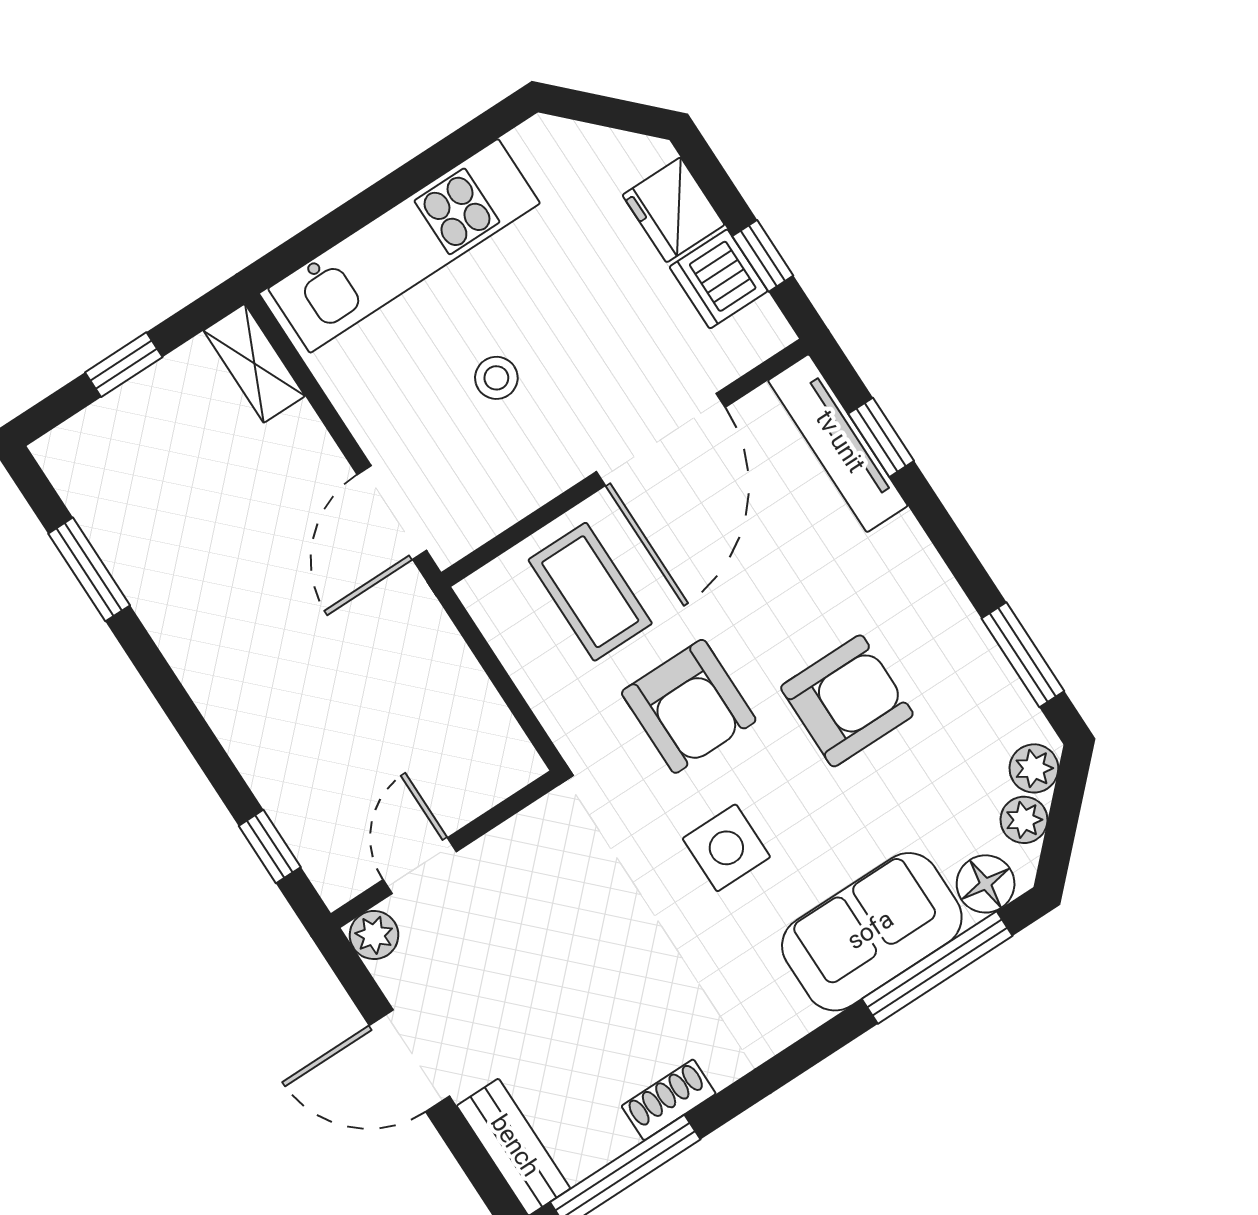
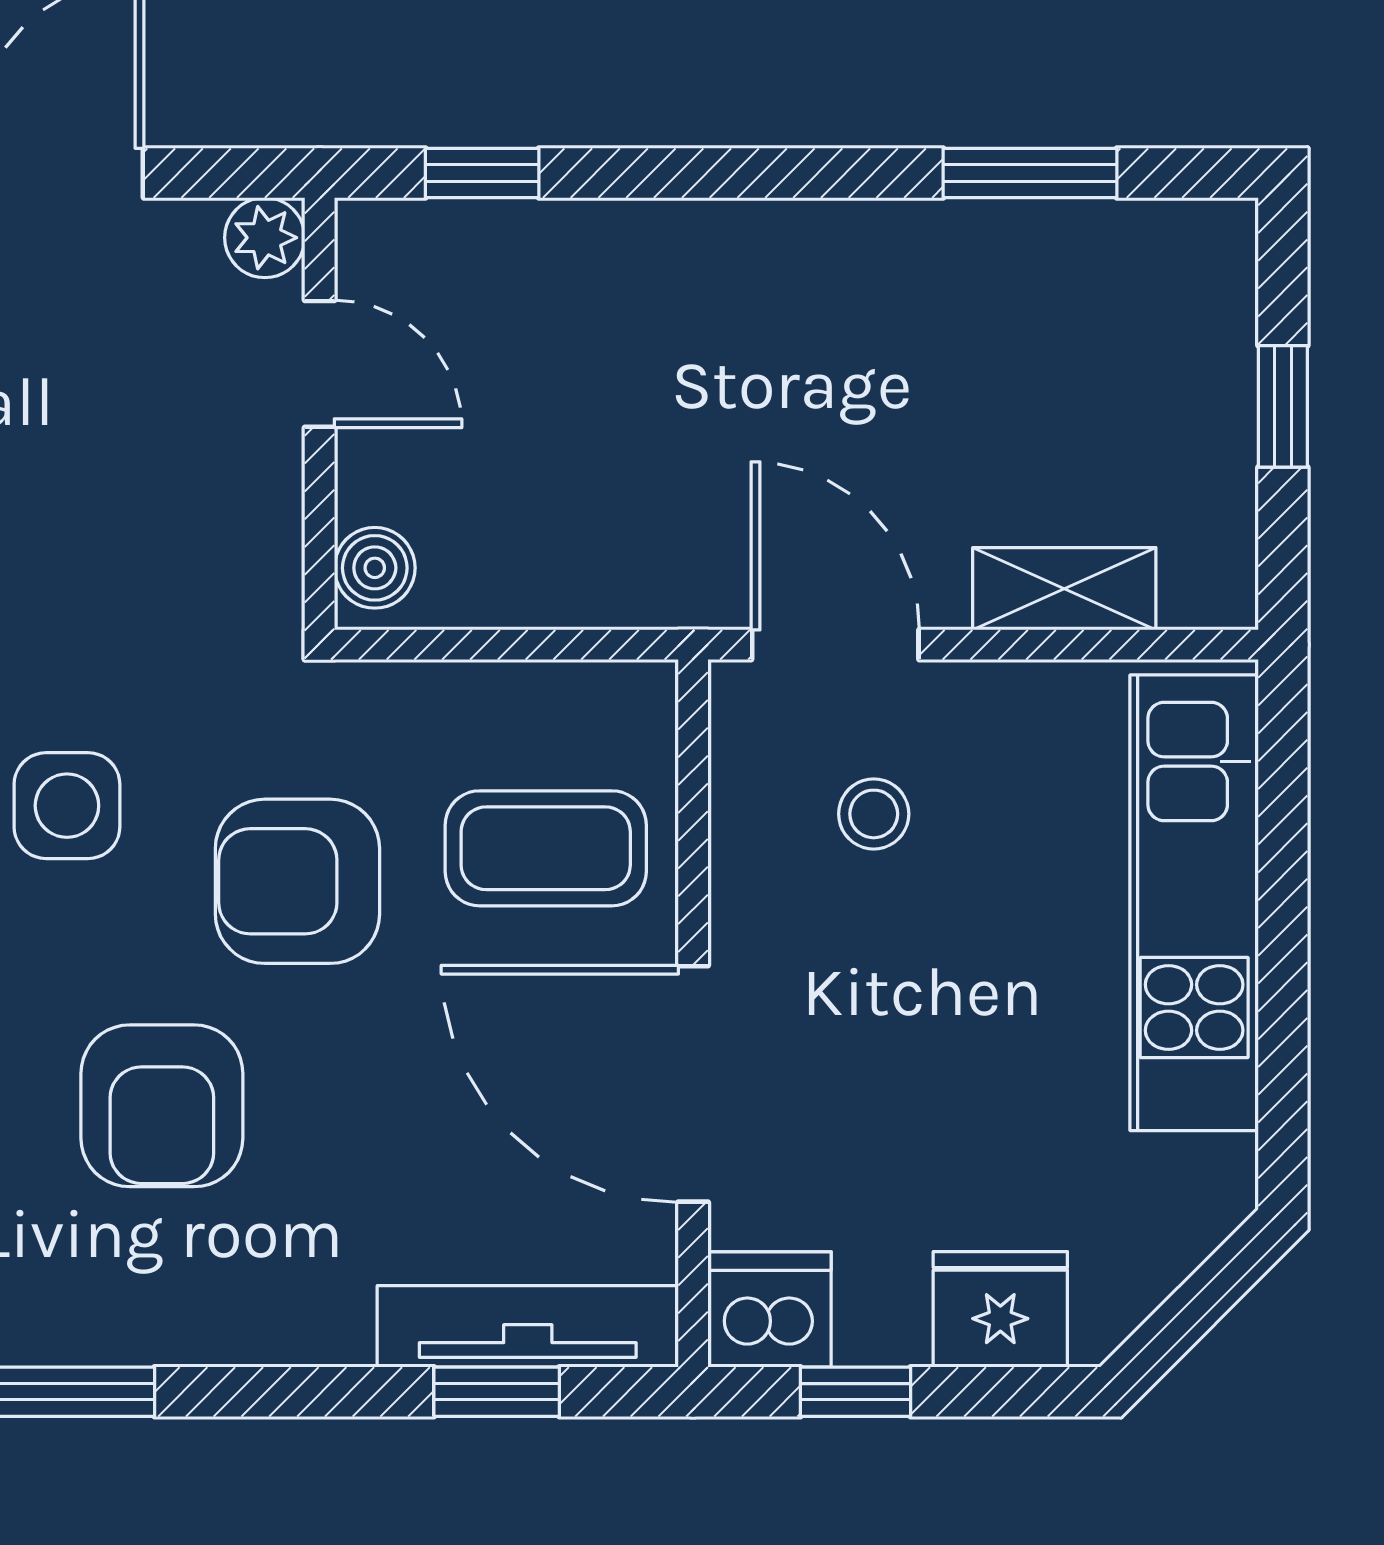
dishwasher: (719, 279) -> (770, 1310), moved
shelving: (254, 363) -> (1064, 589), moved
stool: (496, 378) -> (874, 814), moved
boiler: (505, 771) -> (375, 568), added

